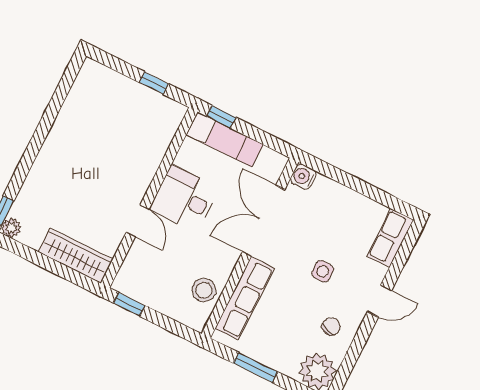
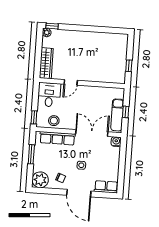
window: (221, 117) -> (126, 112), moved
exam couch: (225, 139) -> (117, 115), moved
desk: (184, 199) -> (49, 95), moved
door: (380, 301) -> (79, 193), width x1.88
window: (129, 304) -> (34, 117), moved

